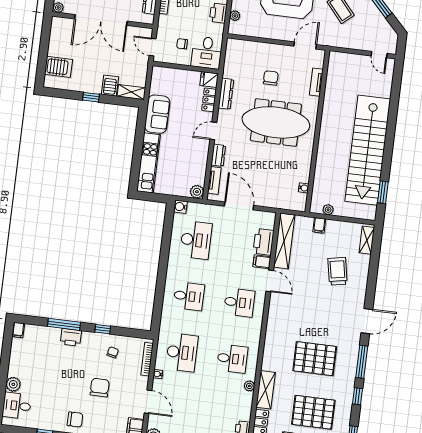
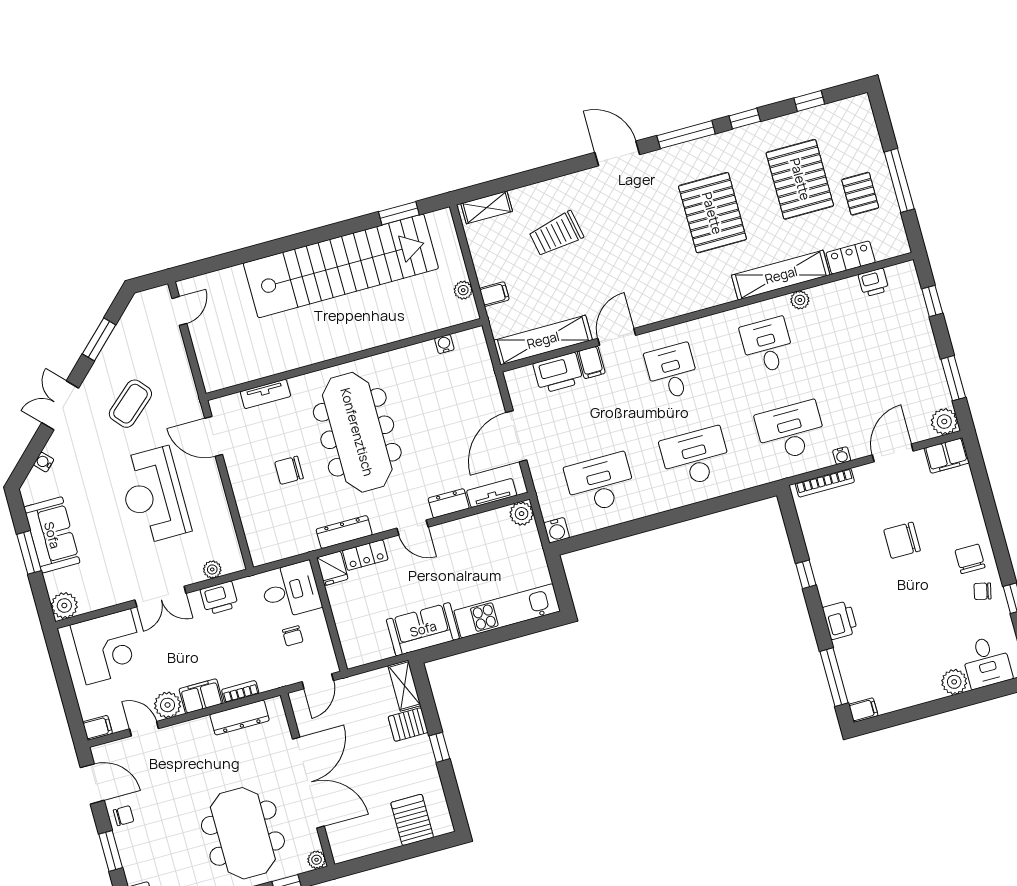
desk: (189, 296) -> (695, 457), width x1.37
window: (64, 324) -> (834, 677), moved
chair: (113, 352) -> (983, 591), moved
shelving: (266, 390) -> (781, 275), width x1.47

